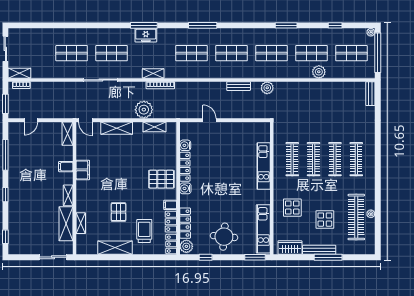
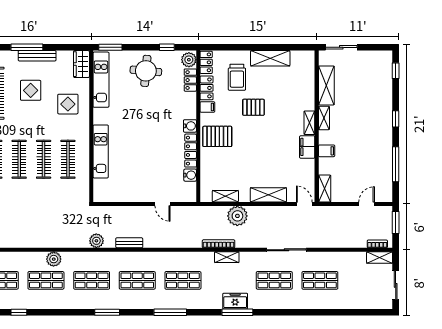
window: (286, 25) -> (107, 312), moved
plant: (319, 72) -> (54, 259), moved
pallet: (118, 212) -> (253, 107), moved, turned 90
shelving: (81, 223) -> (309, 123), moved
locker: (185, 223) -> (190, 80), width x0.66
wardrobe: (290, 248) -> (81, 64), moved, turned 90

